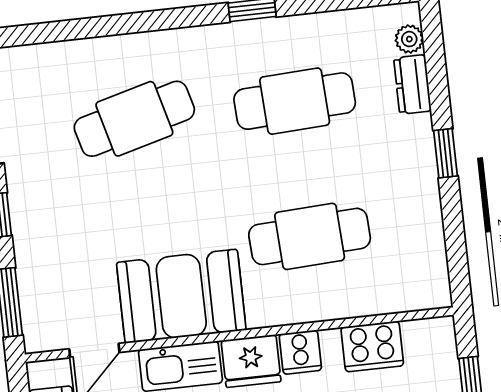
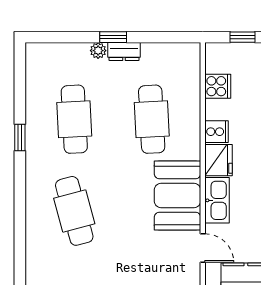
plant: (409, 39) -> (98, 51), moved
dresser: (413, 85) -> (124, 52), moved
cooker: (372, 346) -> (218, 86), width x0.73

